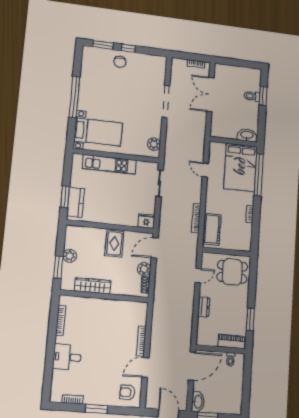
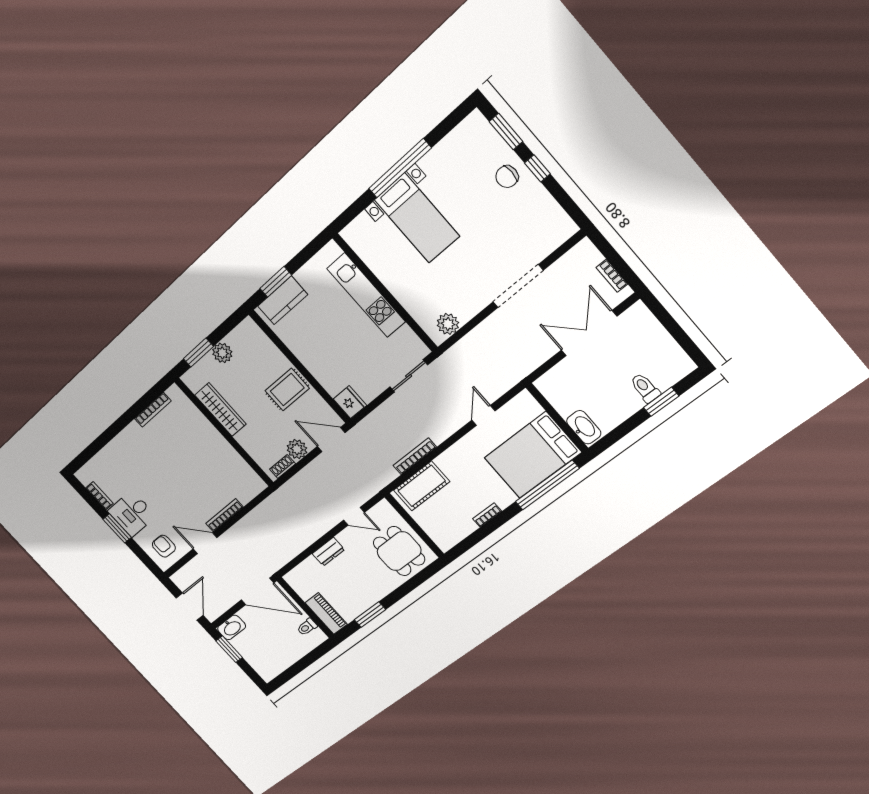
bed with nightstands: (98, 132) -> (417, 218), moved
desk: (67, 357) -> (132, 514), moved, turned -90

